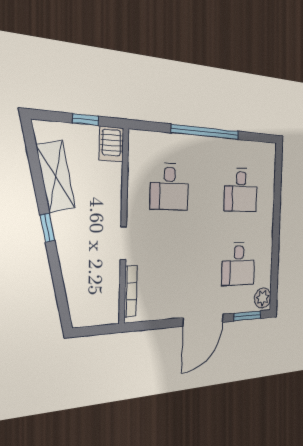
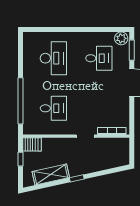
window: (206, 132) -> (21, 101), moved
desk: (241, 190) -> (53, 58), width x1.37

